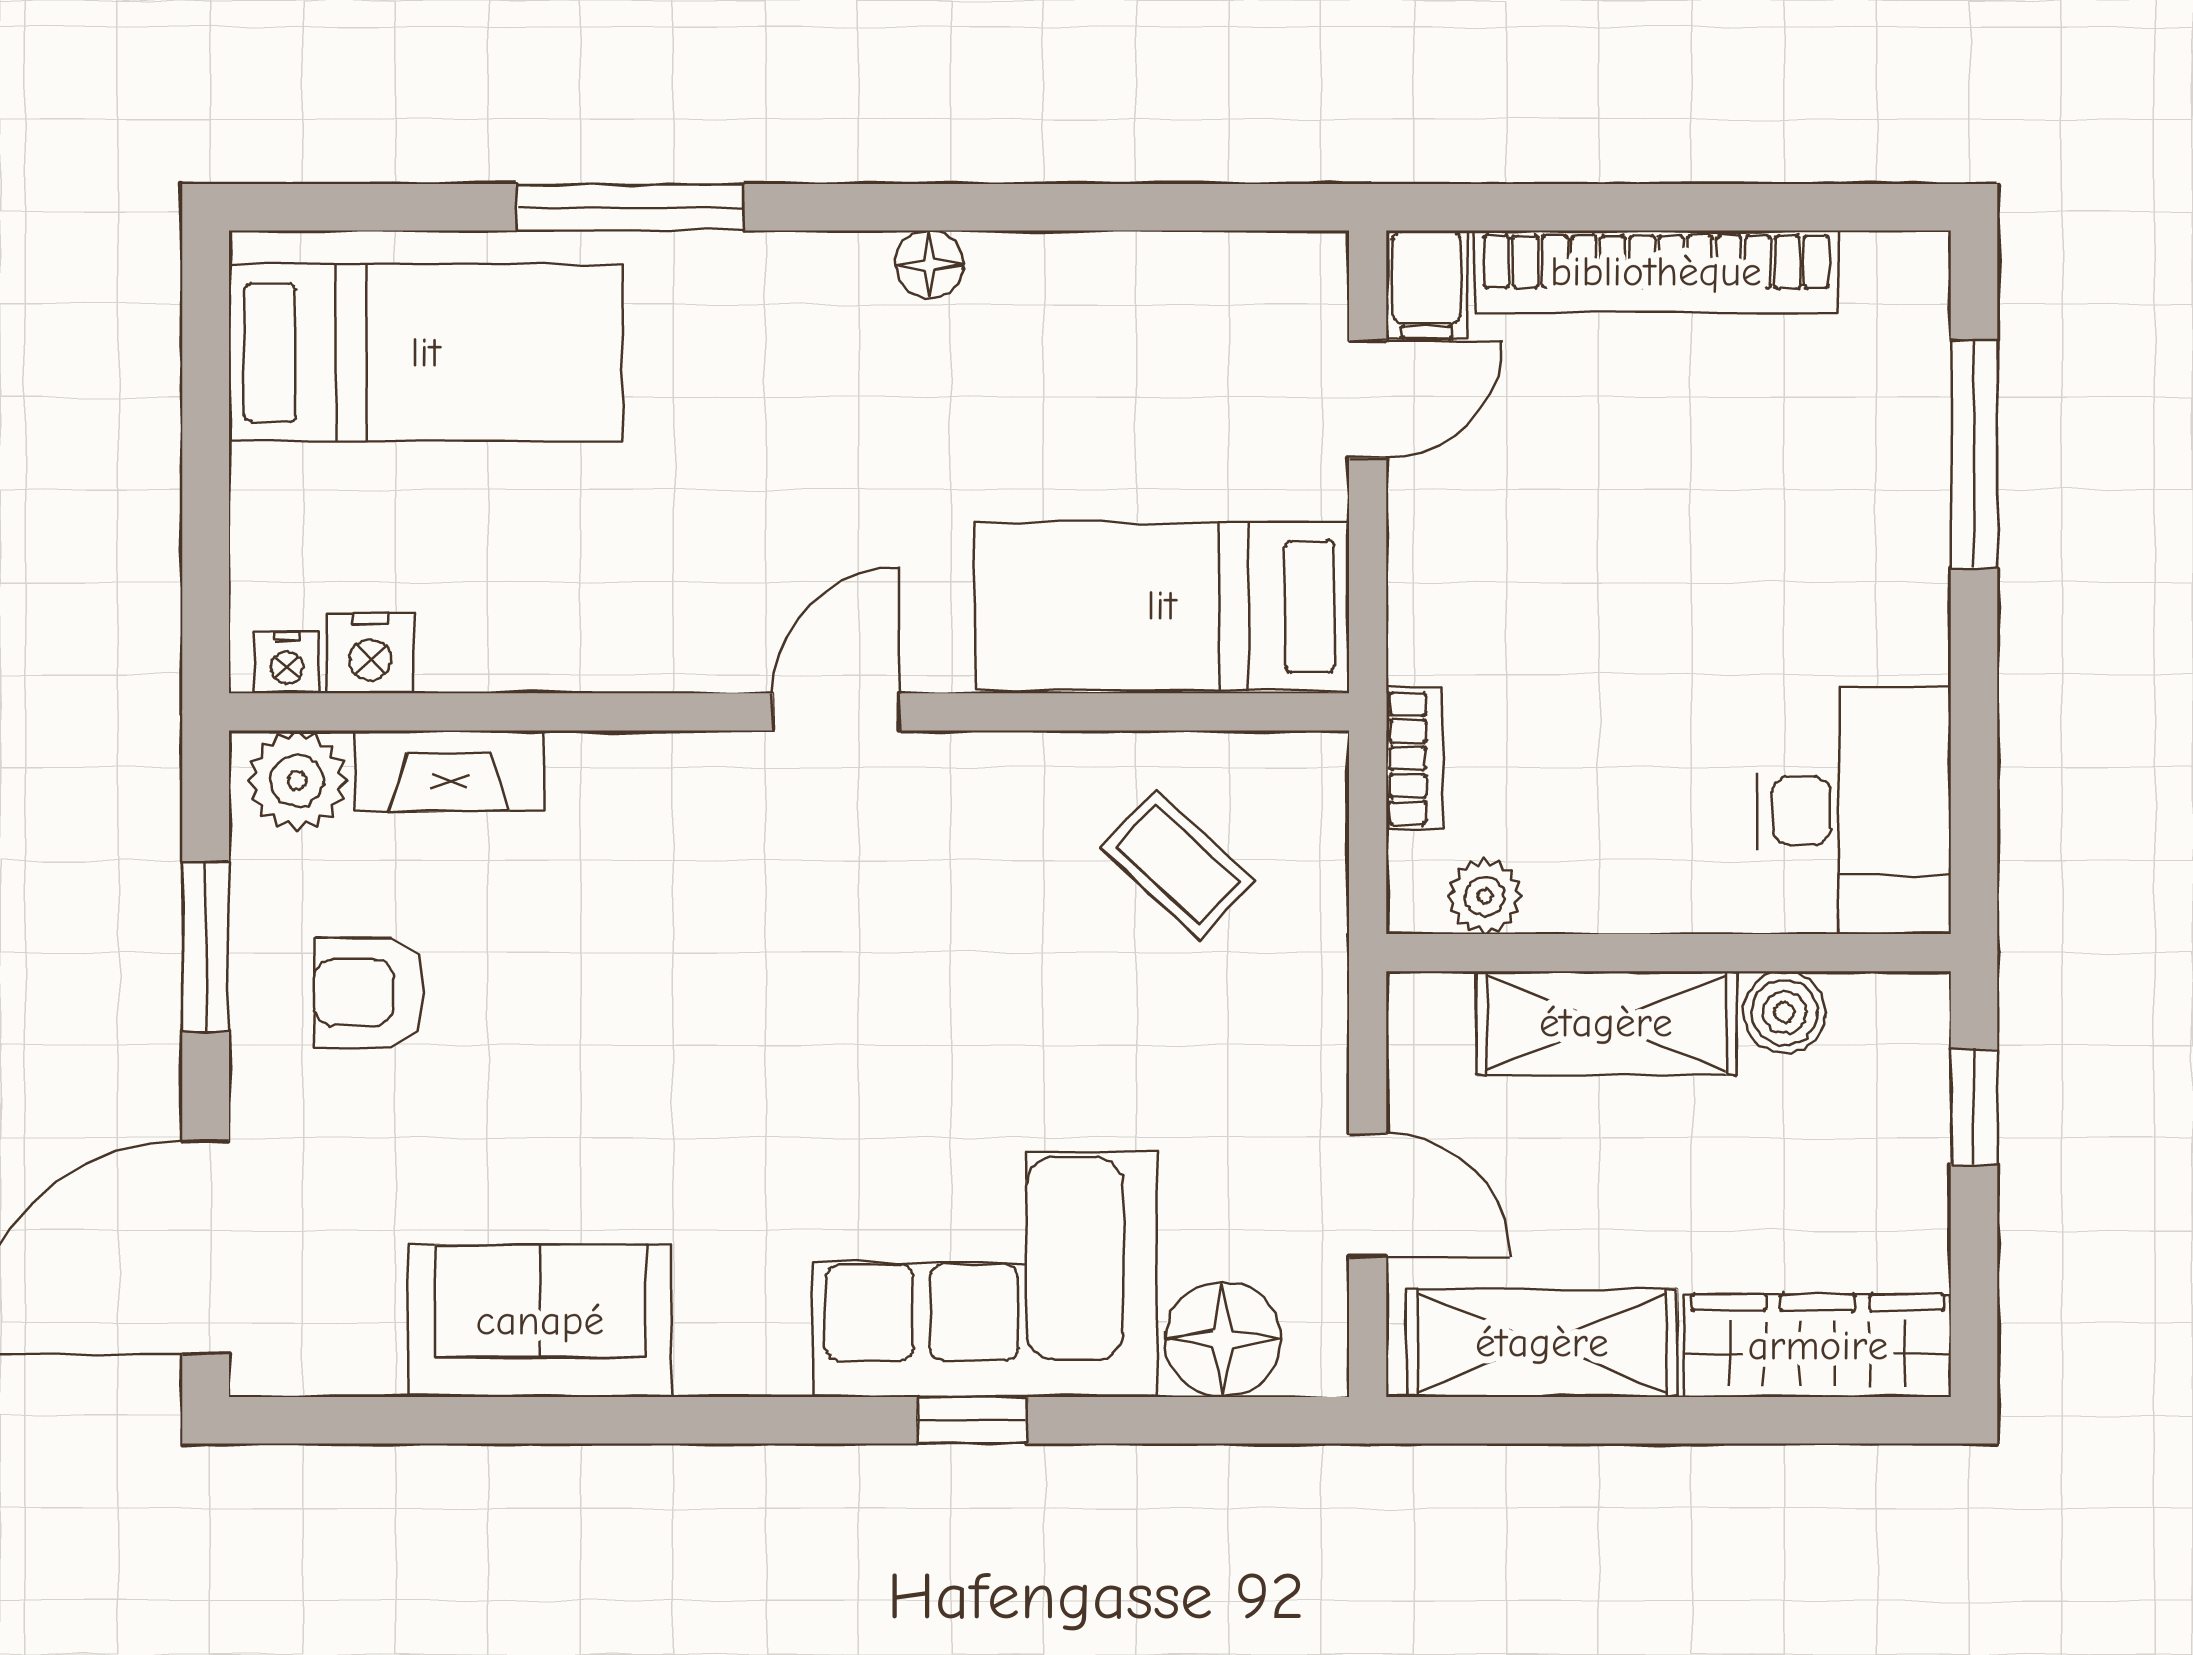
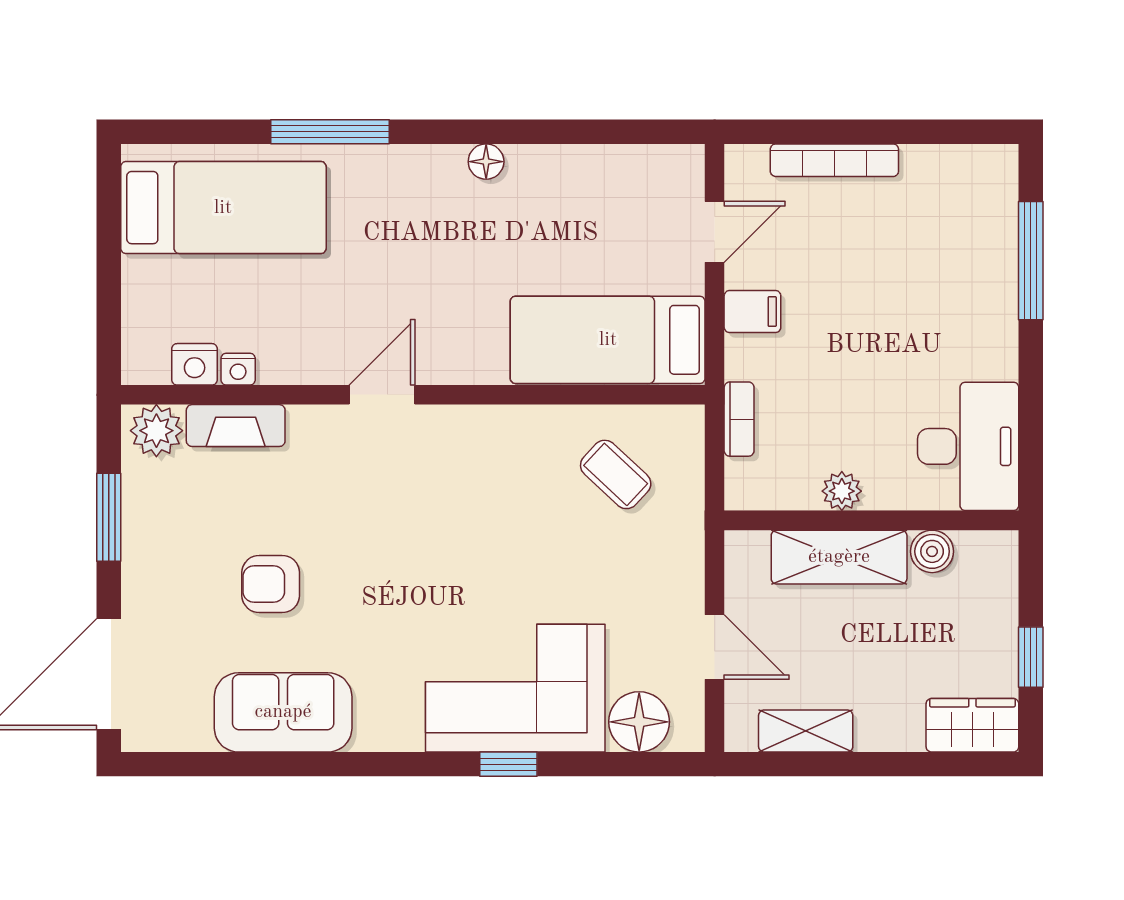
bookcase: (1656, 272) -> (834, 160), width x0.68, depth x0.76
filing cabinet: (1427, 285) -> (752, 312), moved, turned -90
nightstand: (287, 663) -> (238, 369), moved
door: (836, 712) -> (382, 395), moved
plant: (1485, 896) -> (842, 491), moved
armchair: (369, 992) -> (271, 584), moved
window: (1974, 1107) -> (1031, 657), moved
shelving: (1542, 1343) -> (806, 731), width x0.67, depth x0.75
wardrobe: (1818, 1346) -> (972, 725), width x0.67

